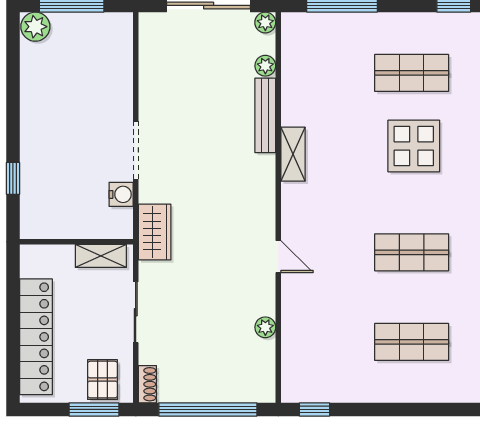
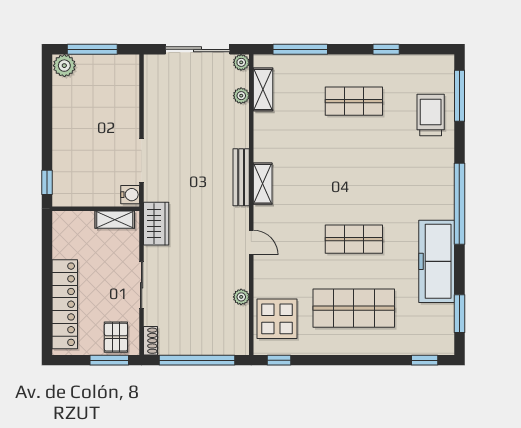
shelving: (294, 58) -> (263, 89), added
bench: (265, 115) -> (241, 177), moved
display table: (414, 146) -> (277, 319), moved
shelving: (293, 154) -> (263, 184), moved
wall: (76, 242) -> (96, 209), moved
shelving: (101, 256) -> (115, 220), moved
shop shelf: (412, 342) -> (354, 308), width x1.43, depth x1.36

